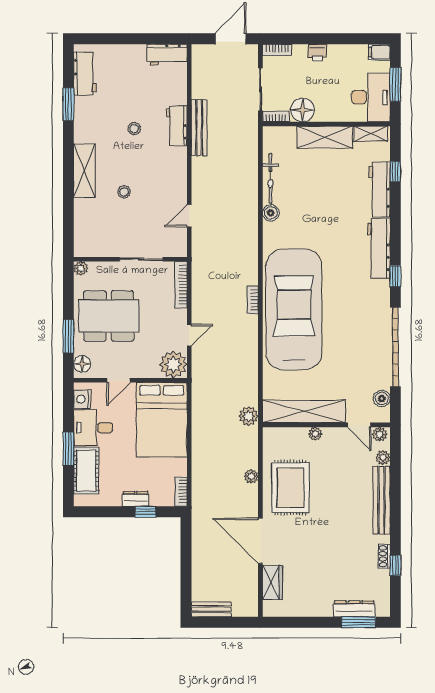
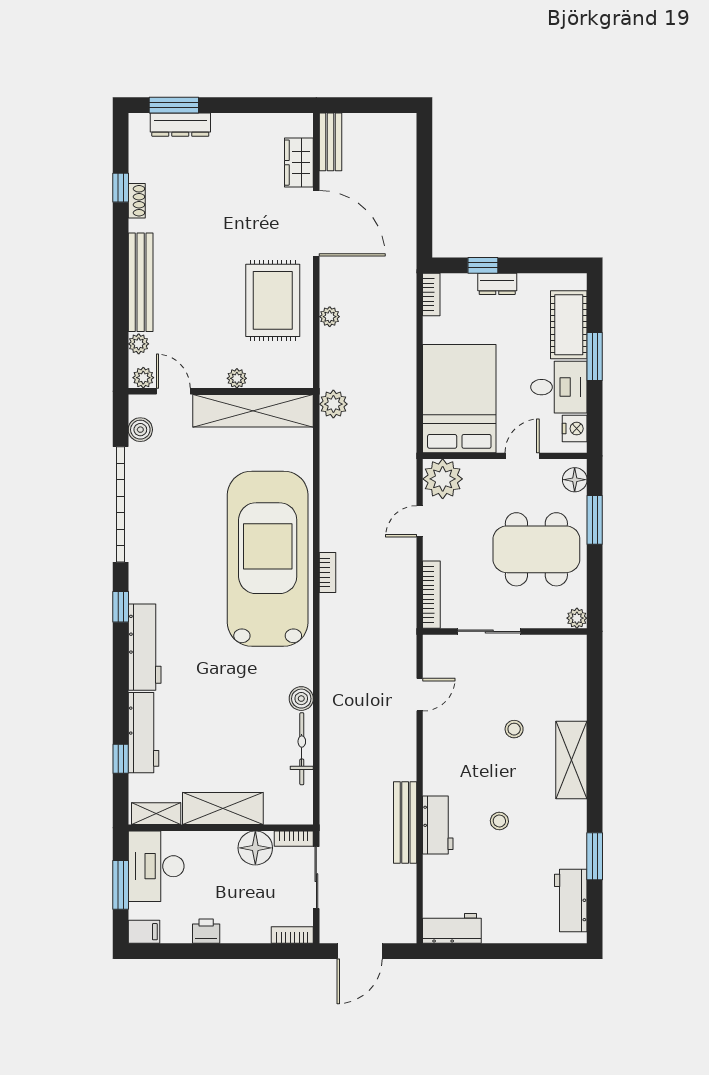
printer: (317, 53) -> (206, 931), moved
car: (294, 309) -> (268, 559), turned 180
bench: (211, 609) -> (330, 142), moved, turned 90

